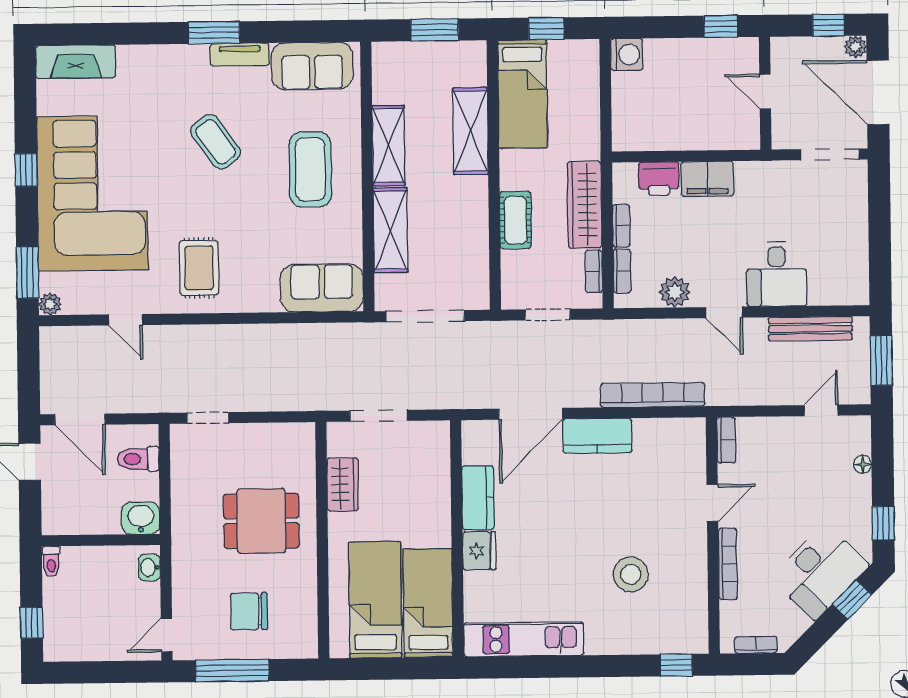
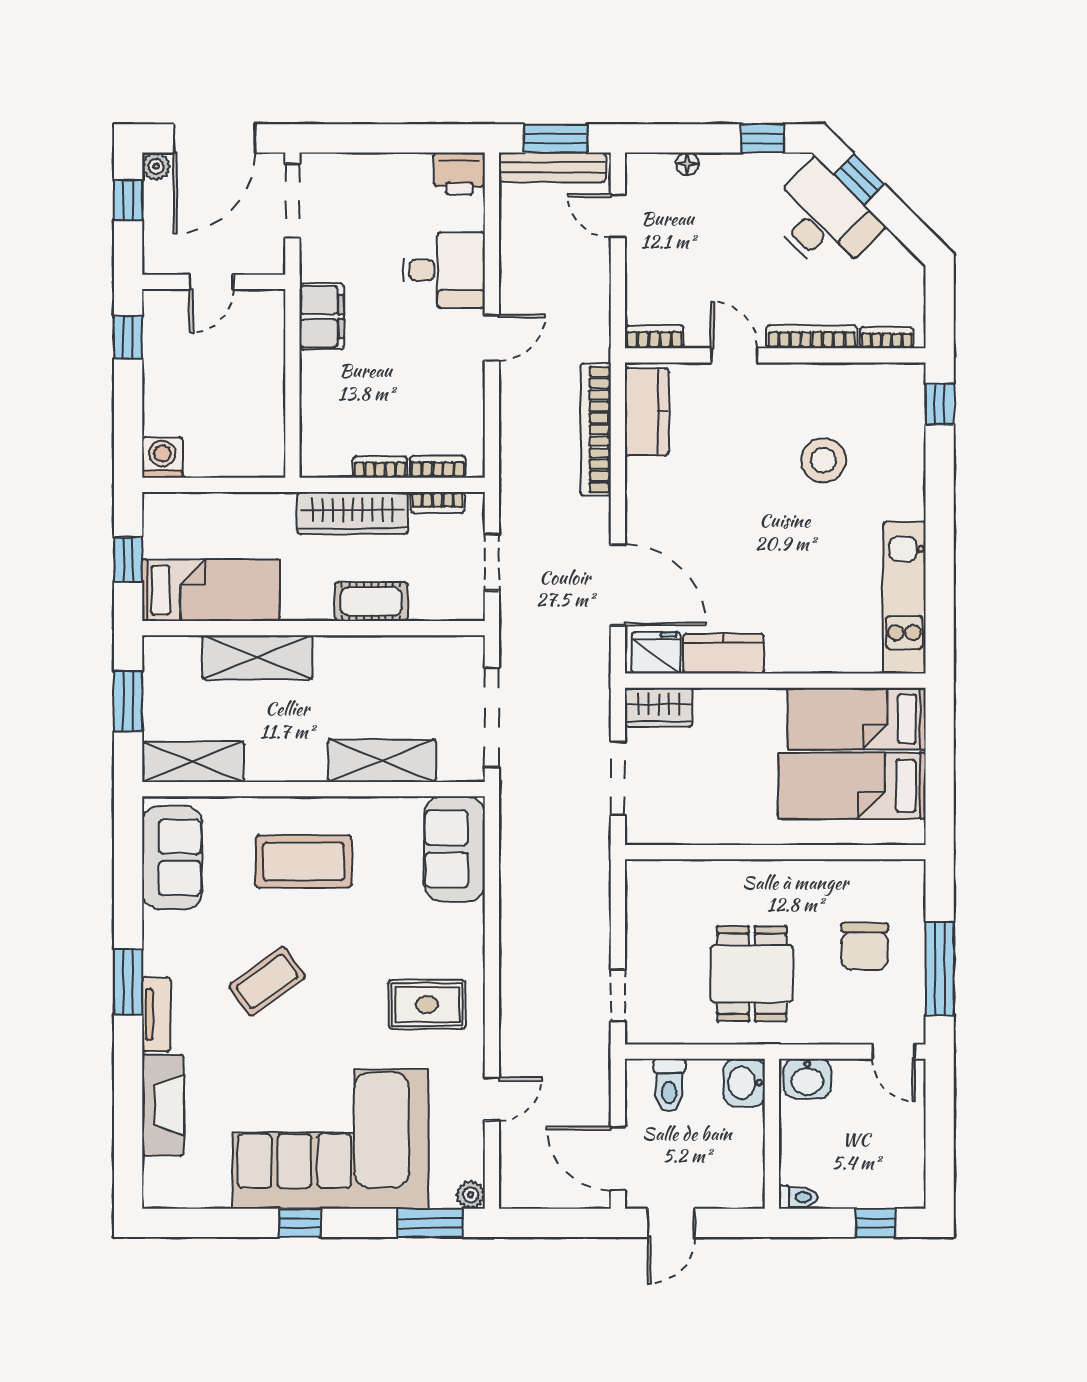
tv unit: (240, 55) -> (156, 1014), moved
fireplace: (76, 62) -> (163, 1105), moved
shelving: (388, 146) -> (193, 762), moved
printer: (659, 179) -> (459, 174), moved, turned 90
filing cabinet: (707, 179) -> (322, 317), moved
plant: (675, 292) -> (465, 400), removed
bench: (810, 329) -> (552, 167), moved, turned 90
door: (80, 419) -> (618, 1159), swing flipped
kitchen counter: (597, 436) -> (647, 412), moved
wardrobe: (342, 484) -> (659, 707), moved, turned 180
dining table: (261, 521) -> (752, 974), moved
fridge: (479, 551) -> (656, 653), moved
washbasin: (149, 567) -> (807, 1079), width x1.38, depth x1.45
bookcase: (756, 645) -> (887, 338), moved, turned 90

